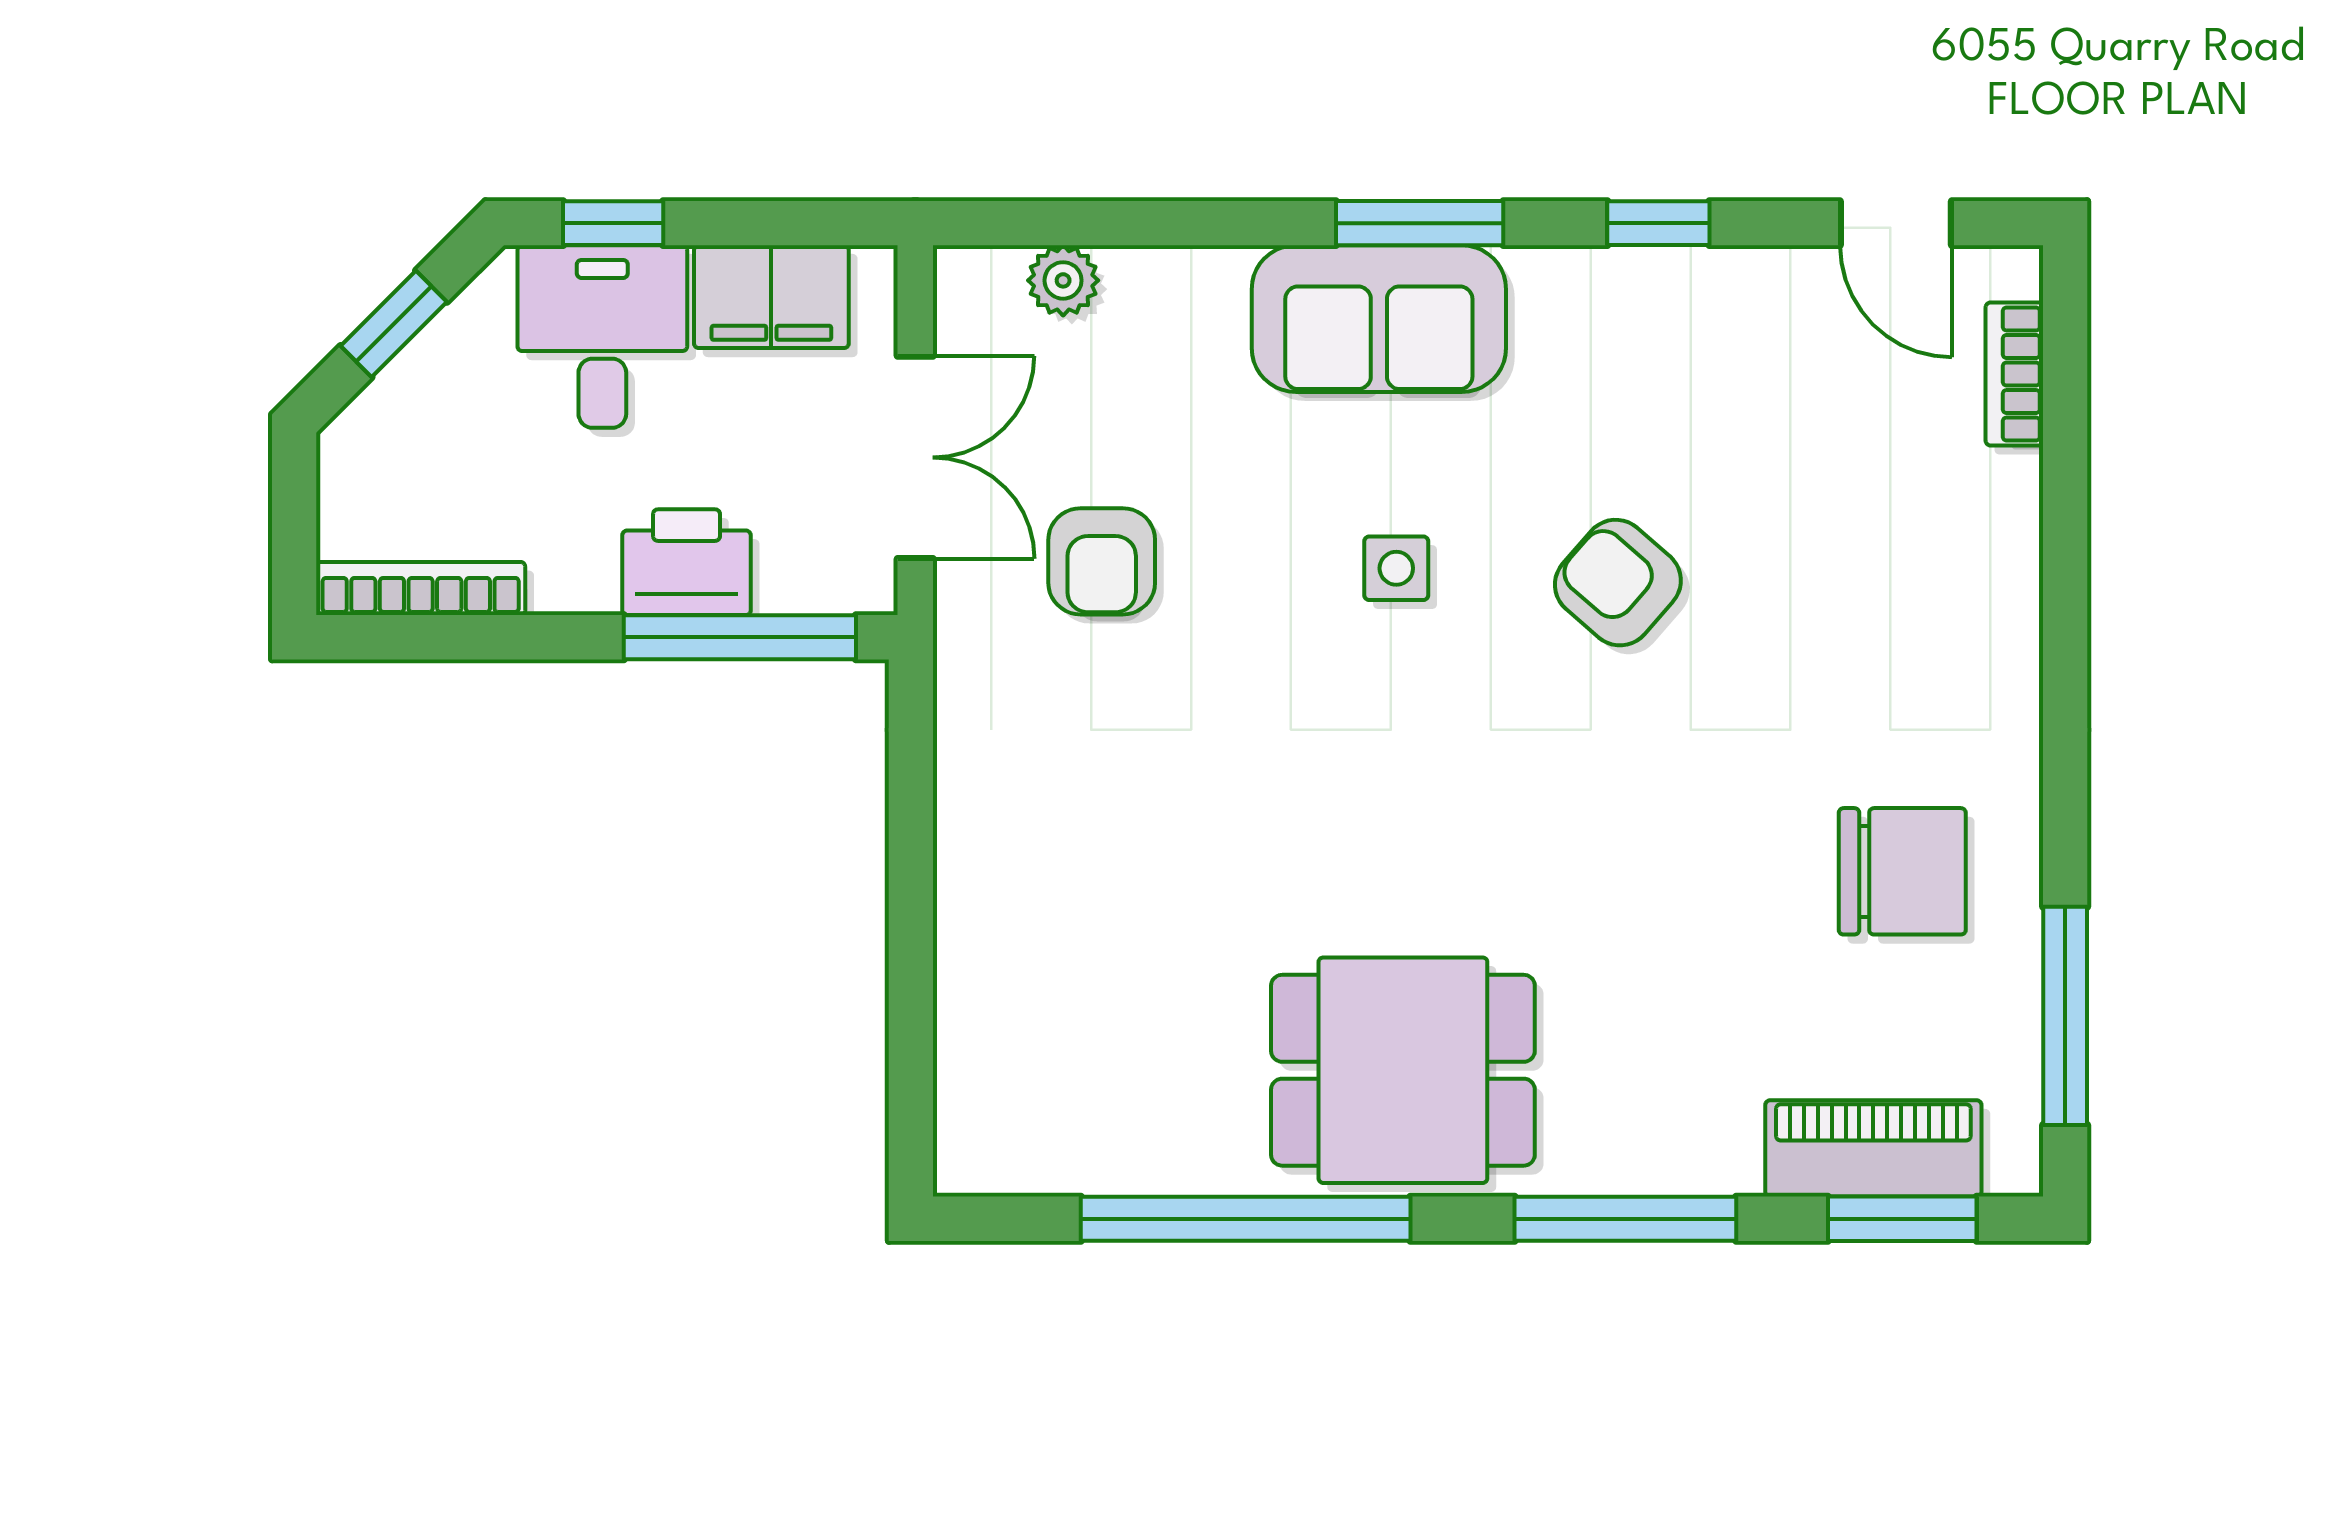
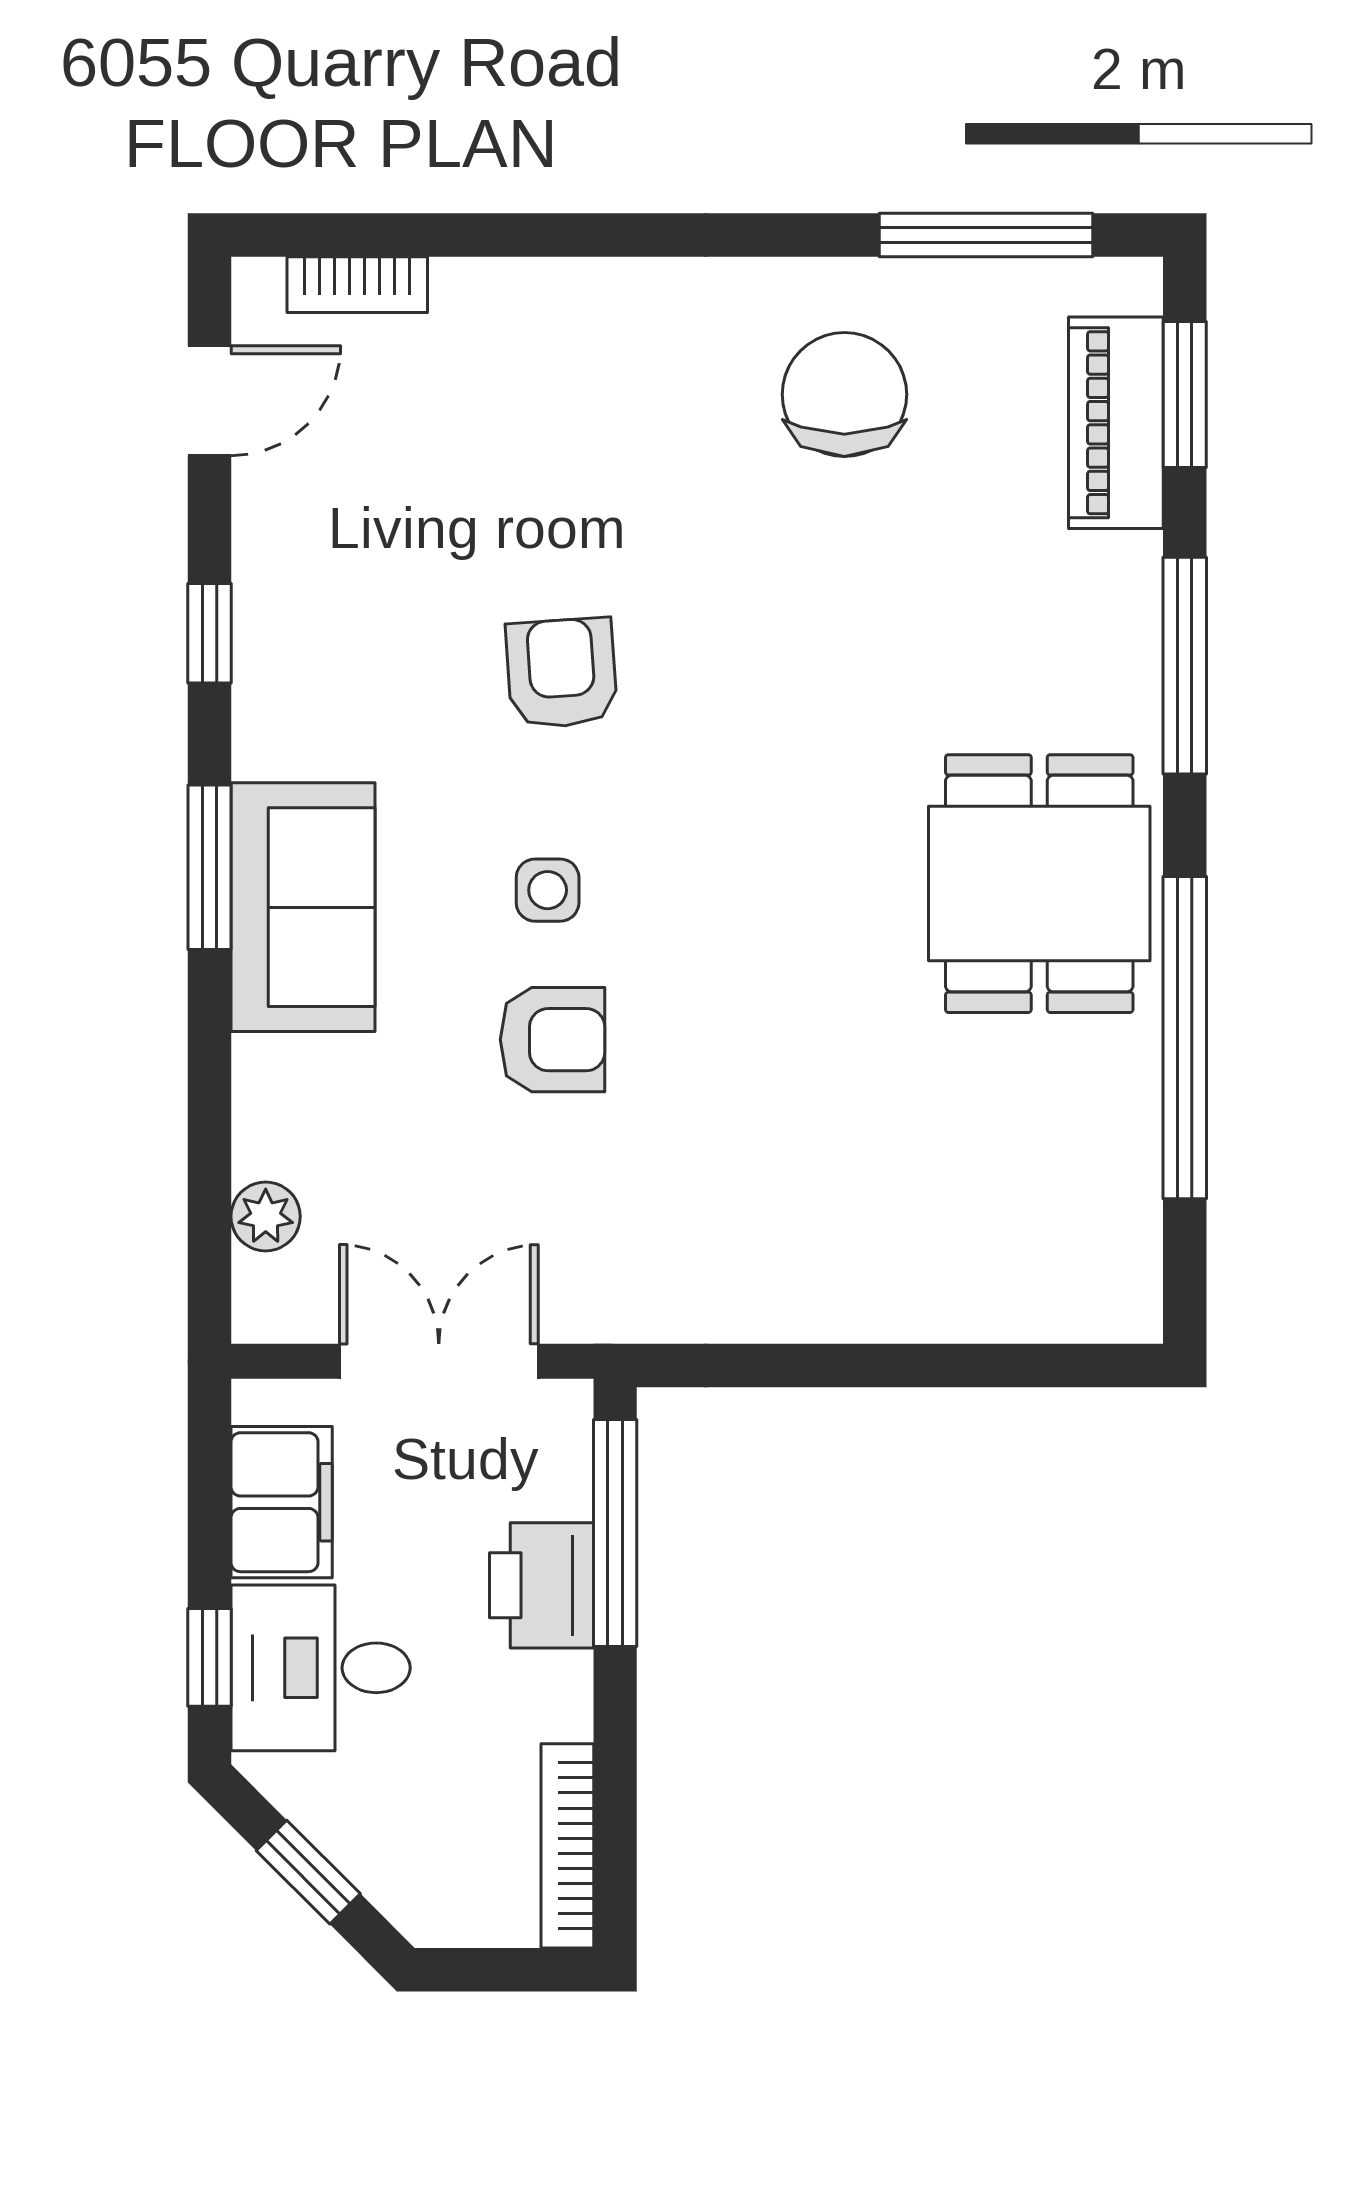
armchair: (1102, 561) -> (553, 1040), moved
armchair: (1618, 583) -> (562, 673), turned 135

